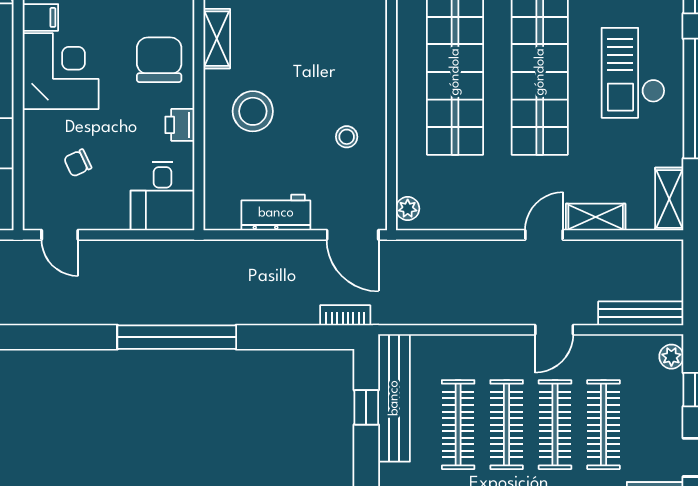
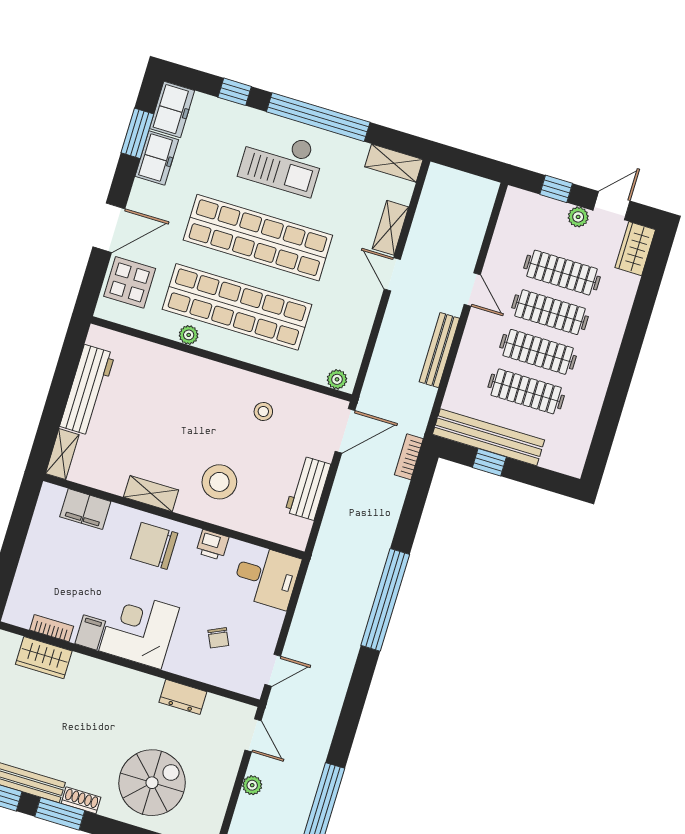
plant: (407, 27) -> (189, 335), added
bench: (641, 313) -> (439, 350), moved
plant: (671, 357) -> (578, 217), moved

